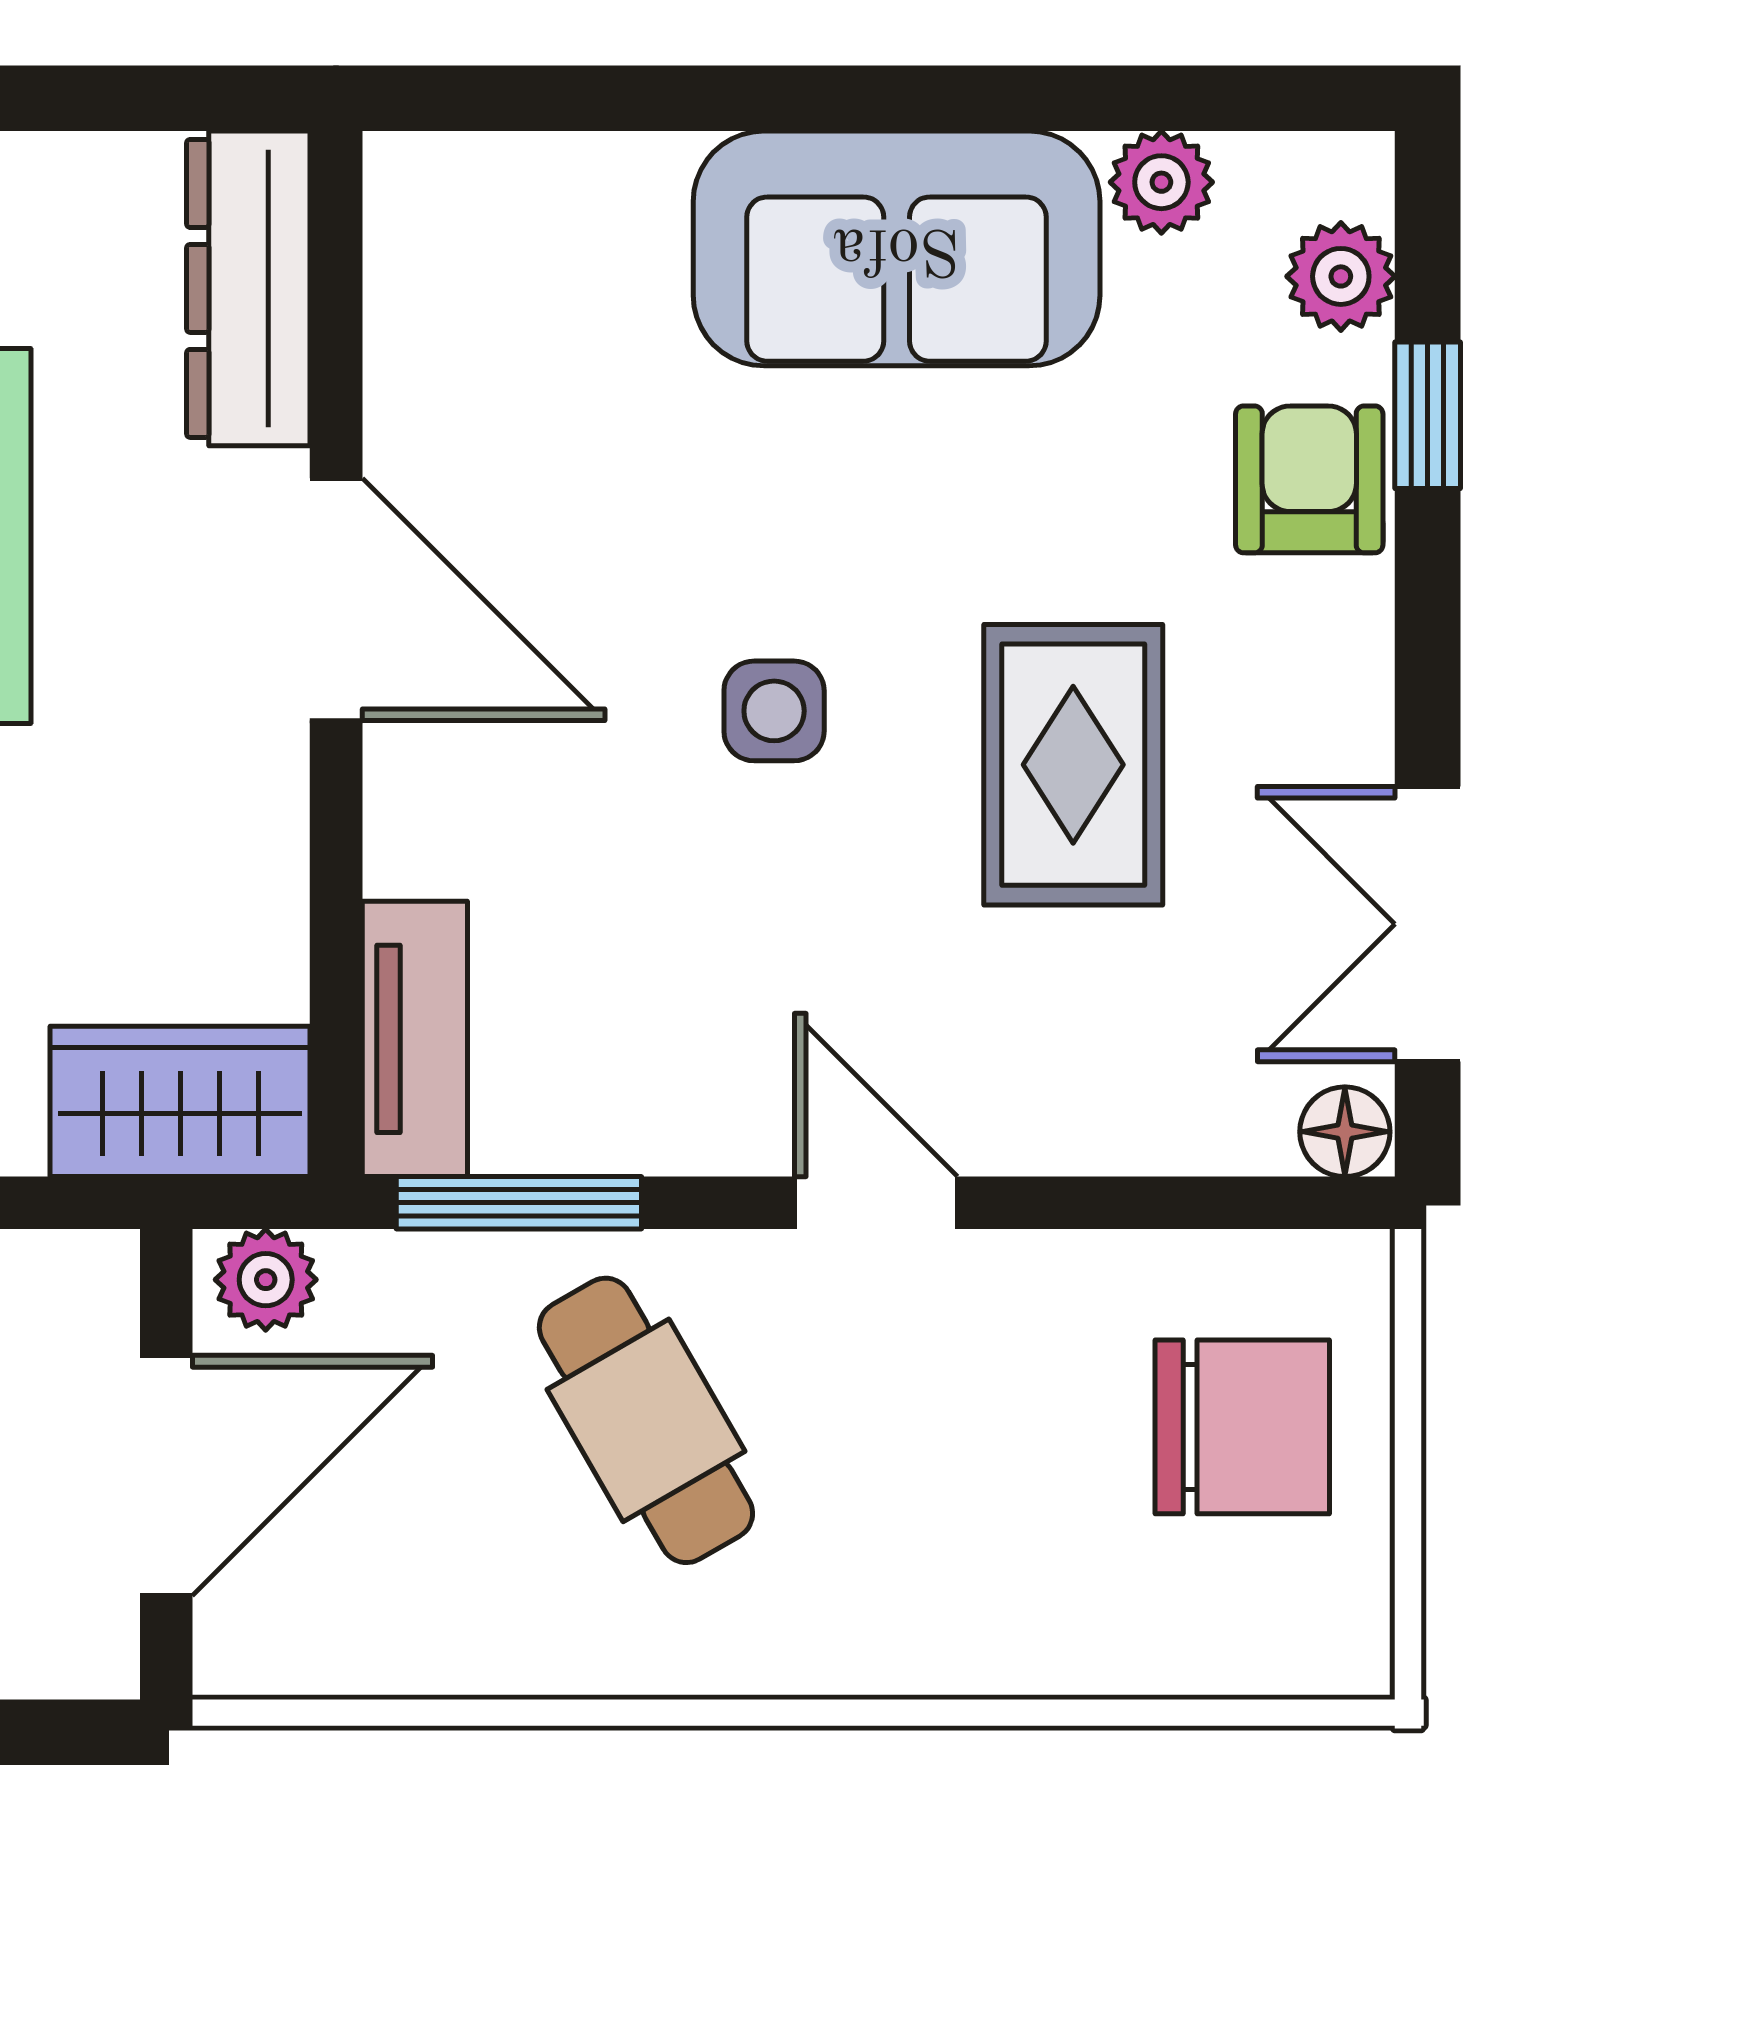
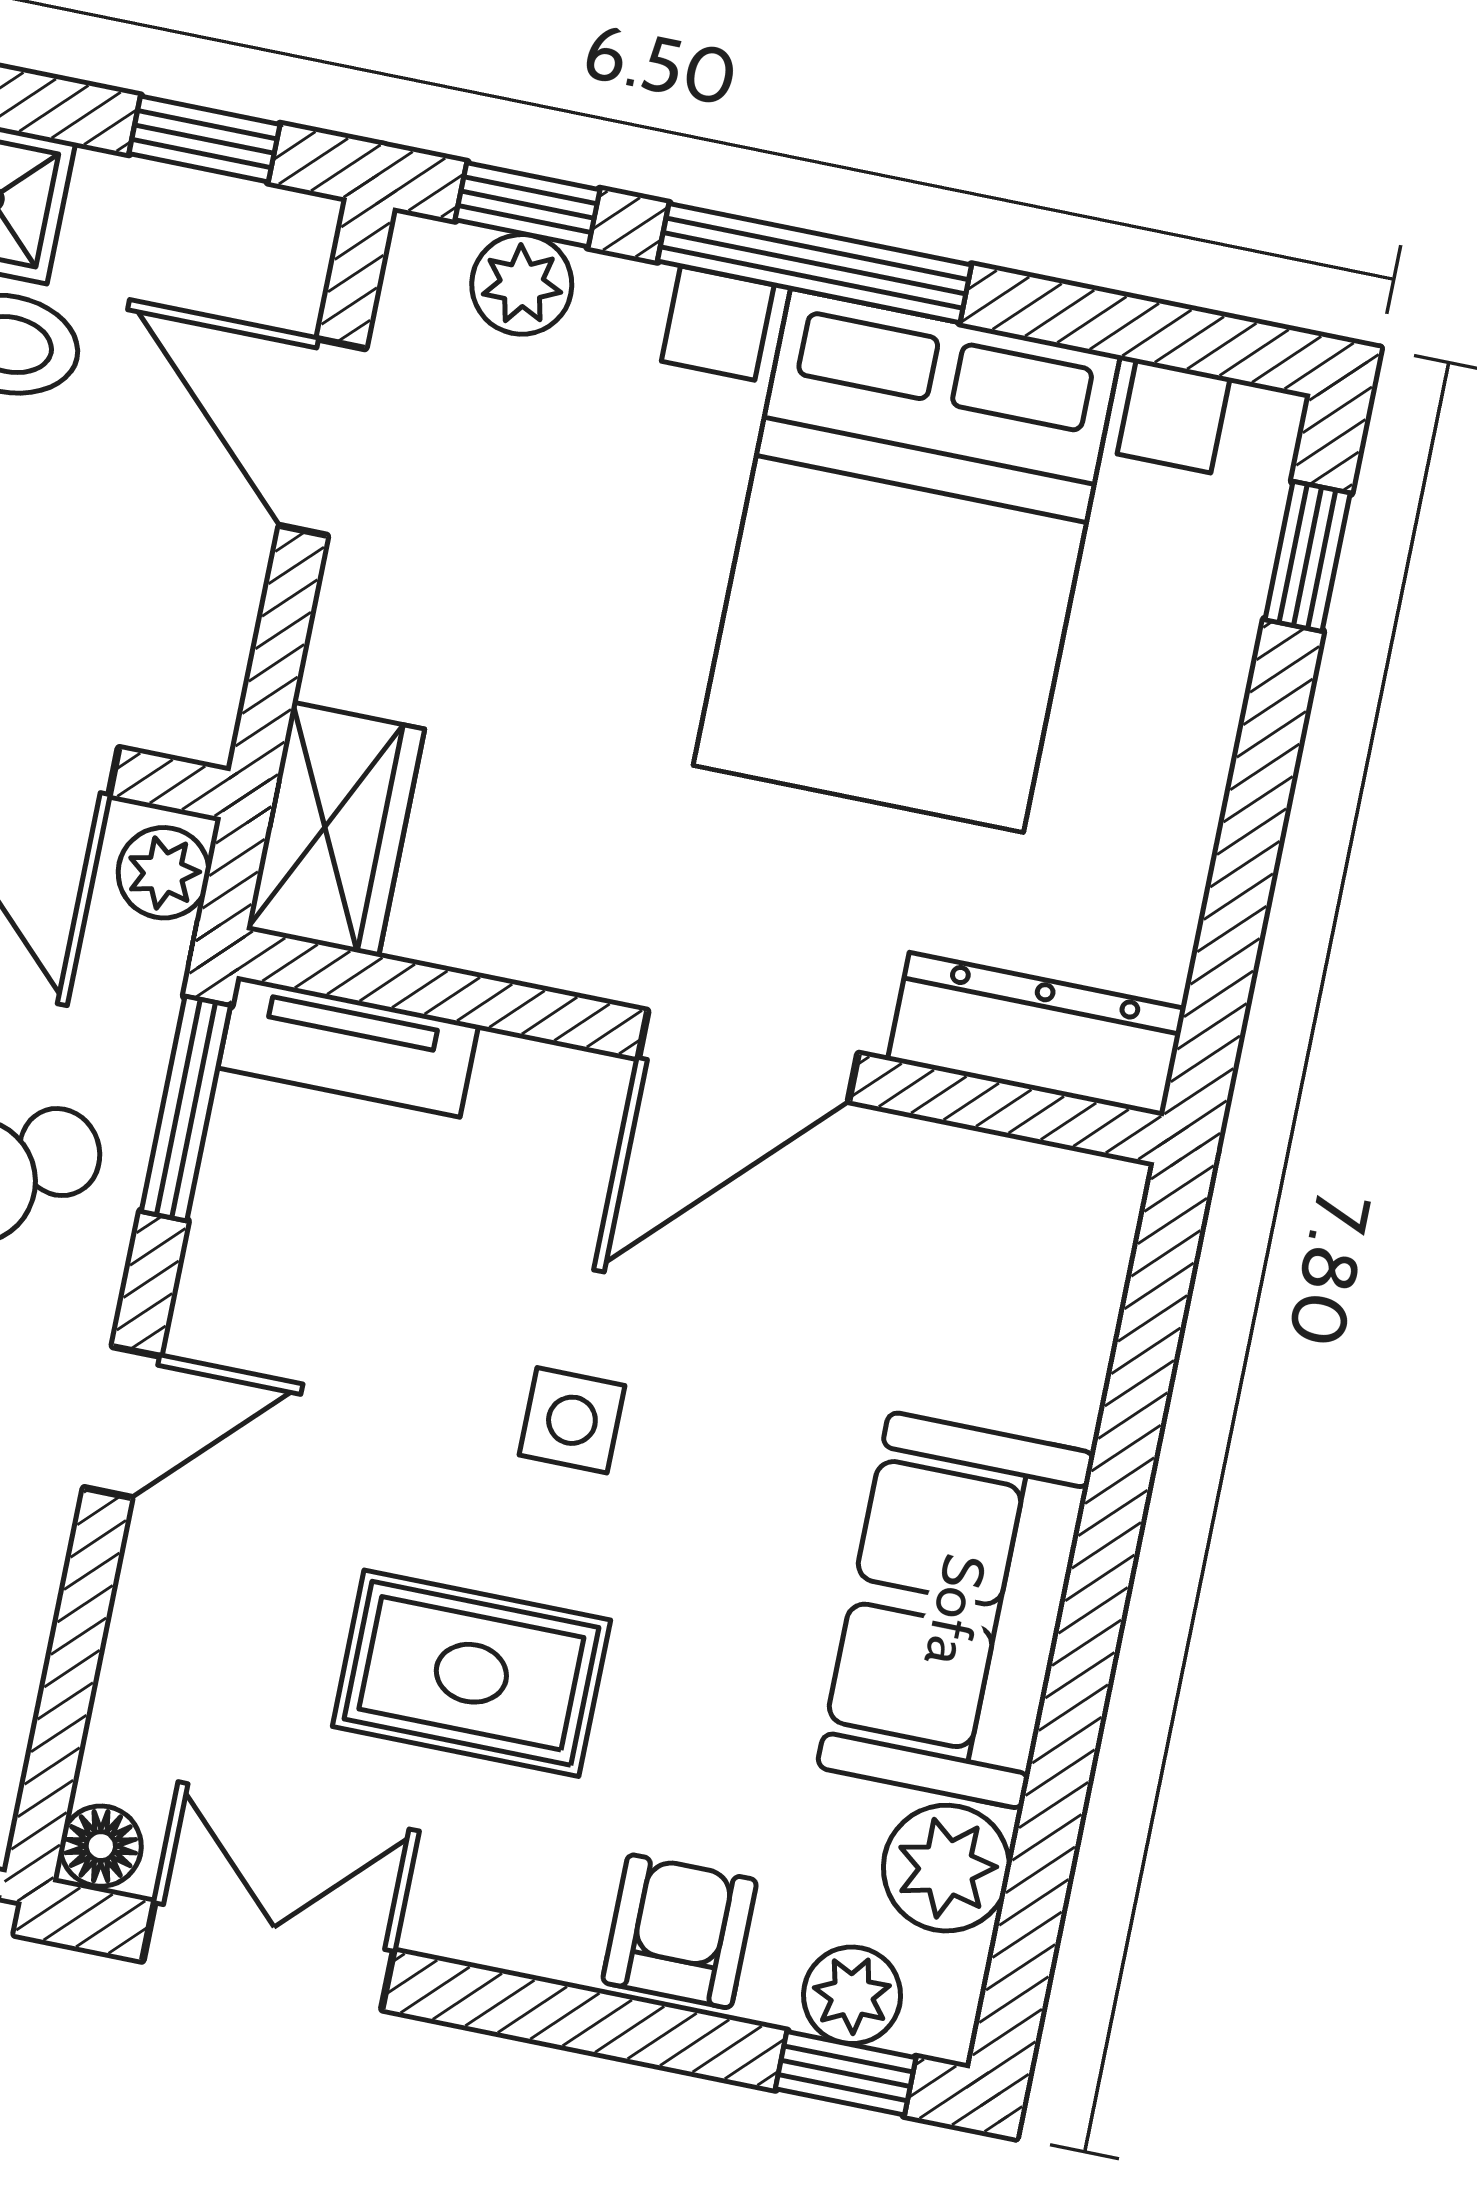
plant: (1161, 182) -> (947, 1868), width x1.38, depth x1.38
window: (1428, 415) -> (846, 2073), moved
armchair: (1309, 479) -> (680, 1931), turned -90

